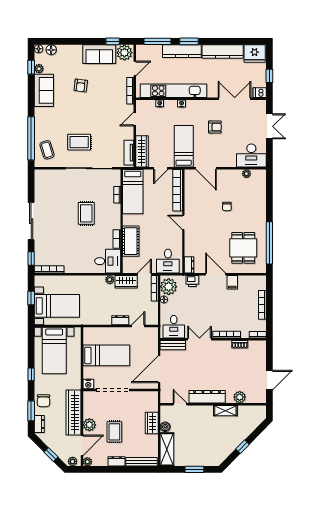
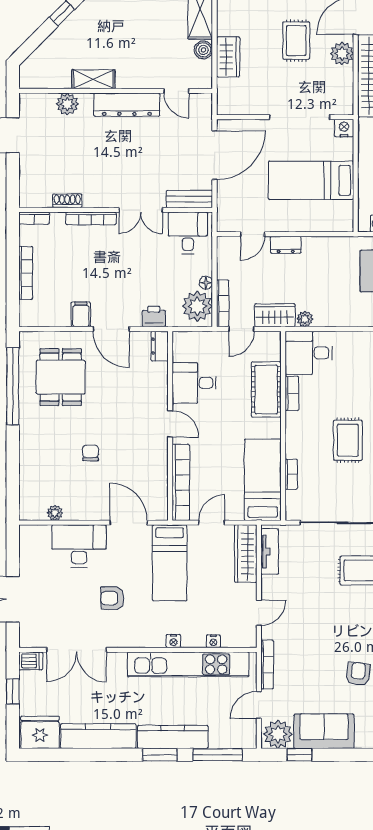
desk: (251, 156) -> (79, 546), moved
desk: (168, 261) -> (194, 383), moved, turned -90

